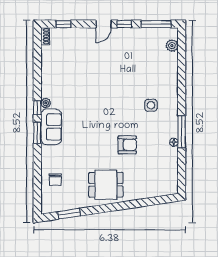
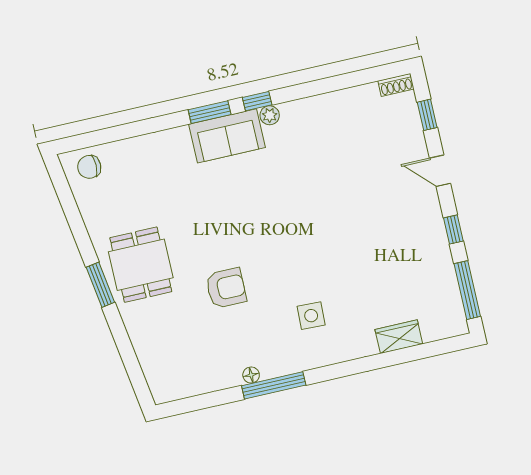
door: (103, 24) -> (440, 171), moved
plant: (172, 46) -> (433, 330), removed
wardrobe: (172, 64) -> (399, 337), added
armchair: (127, 145) -> (226, 288), turned -90
chair: (55, 180) -> (89, 167), moved
window: (69, 214) -> (100, 285), moved

